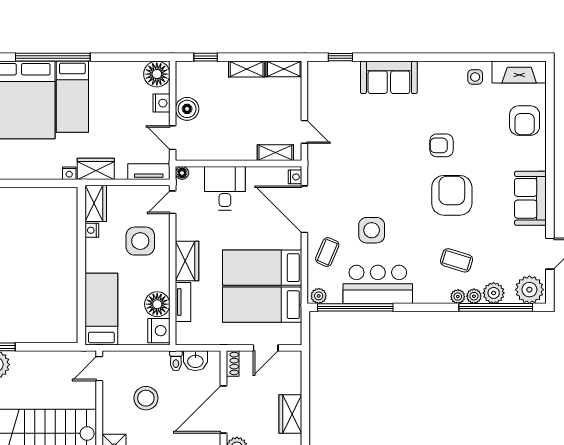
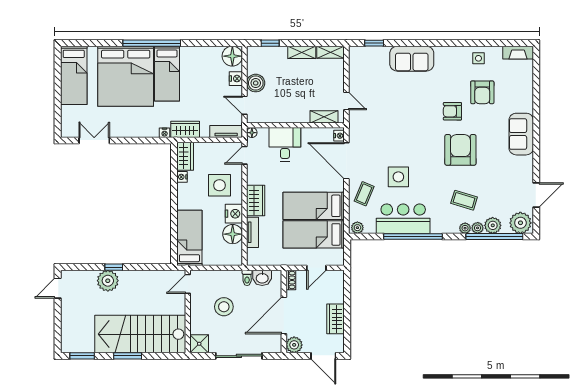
fireplace: (519, 72) -> (518, 53), width x0.73, depth x0.76
armchair: (525, 121) -> (482, 92), moved
sofa: (530, 198) -> (521, 134), moved
window: (355, 307) -> (413, 237), moved
nightstand: (159, 331) -> (234, 214), moved

